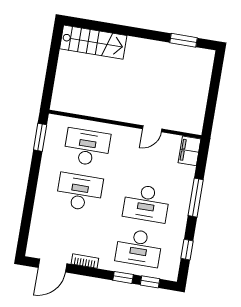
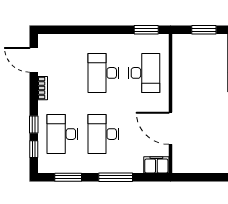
window: (51, 74) -> (204, 30), added
door: (152, 129) -> (170, 128), width x1.88
desk: (79, 192) -> (103, 73), turned 180
window: (187, 250) -> (68, 177), width x1.50

